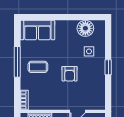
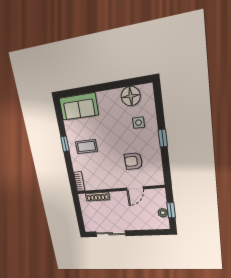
window: (17, 62) -> (65, 144), width x0.46
armchair: (70, 74) -> (133, 161), moved, turned 90

